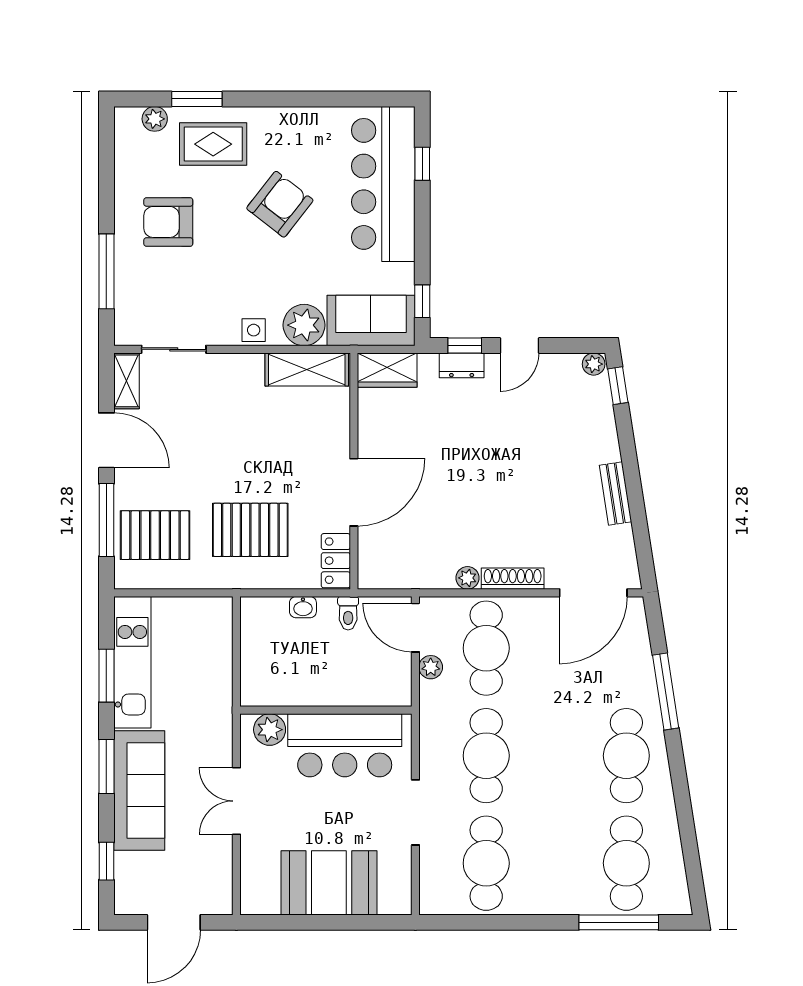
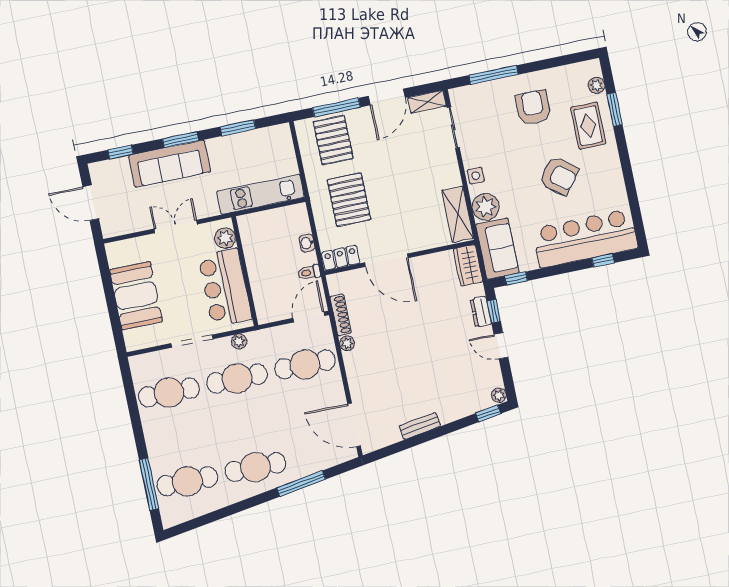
shoe rack: (513, 579) -> (341, 315), moved
kitchen unit: (132, 662) -> (260, 194), moved, turned 180
plant: (431, 667) -> (239, 341), moved

